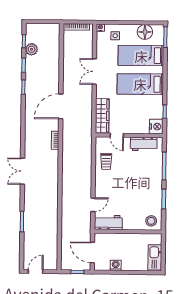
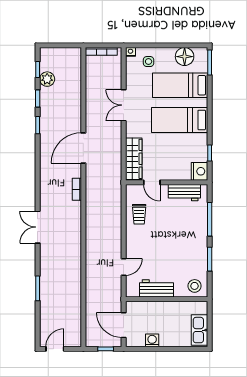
workbench: (108, 223) -> (156, 288), moved

